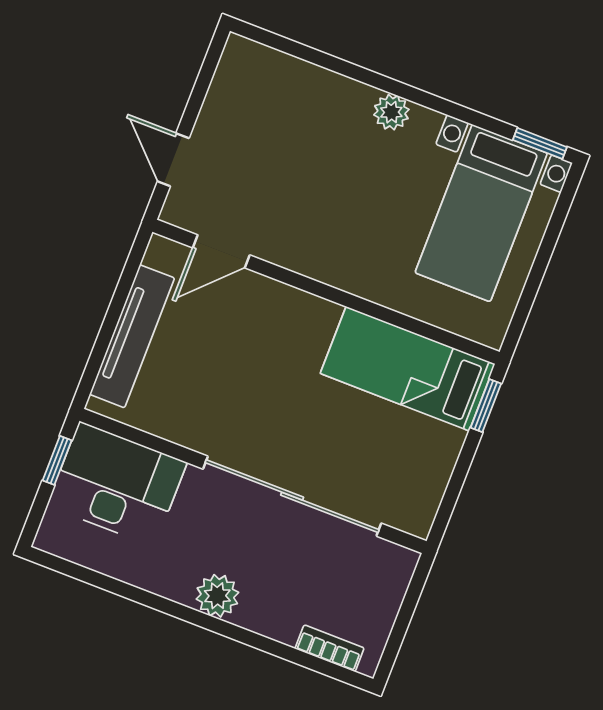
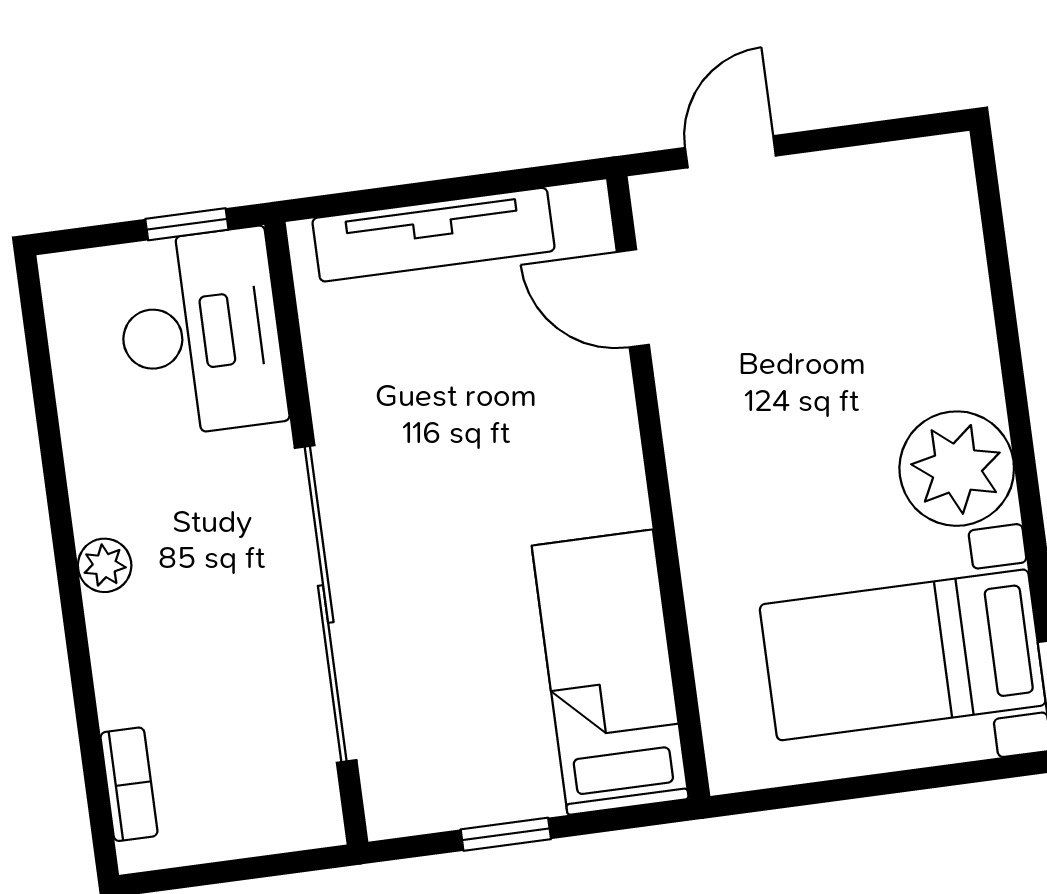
plant: (391, 112) -> (957, 469), width x1.87, depth x1.87
window: (486, 406) -> (506, 834), moved
plant: (217, 596) -> (105, 565), width x0.73, depth x0.73

